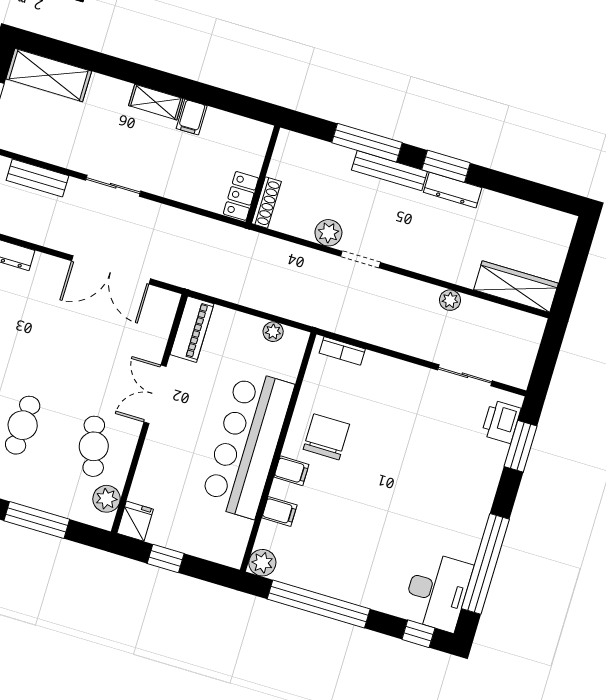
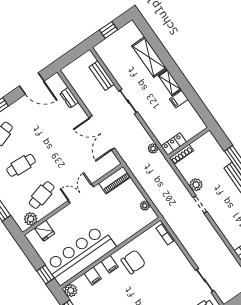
shelving: (49, 75) -> (149, 57), moved
plant: (450, 300) -> (153, 148), moved
bar counter: (247, 444) -> (80, 255), moved
fridge: (135, 521) -> (45, 231), moved, turned 90
window: (166, 558) -> (46, 274), moved

